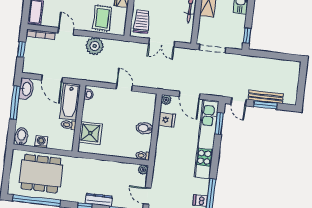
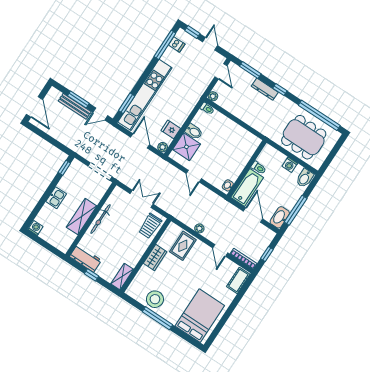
plant: (95, 46) -> (199, 228), width x0.53, depth x0.53
door: (302, 78) -> (34, 107), added
door: (239, 102) -> (100, 114), swing flipped
shower: (90, 133) -> (186, 147), moved

